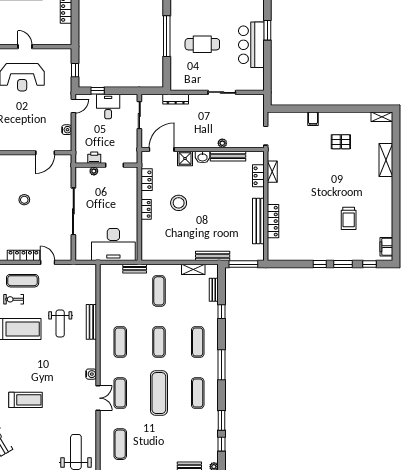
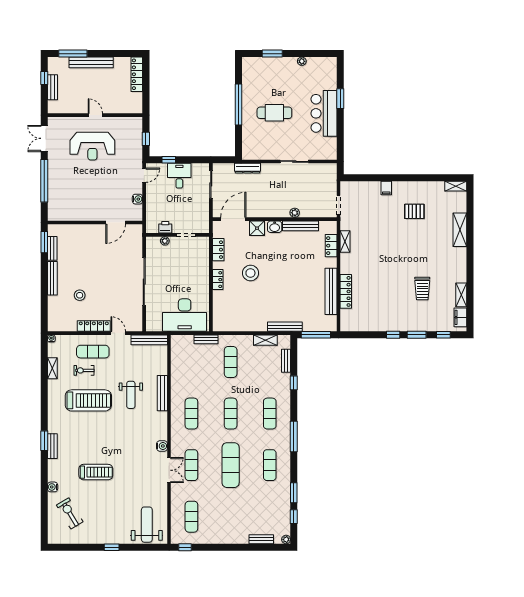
stool: (24, 200) -> (80, 295), moved
shelving: (387, 225) -> (461, 295), added
bench: (78, 269) -> (149, 340), added

